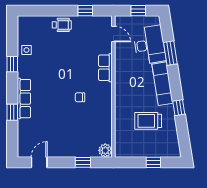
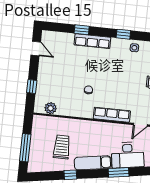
row of seats: (105, 68) -> (112, 115), width x1.48
plant: (105, 150) -> (51, 108), moved
window: (153, 162) -> (25, 148), width x2.17

